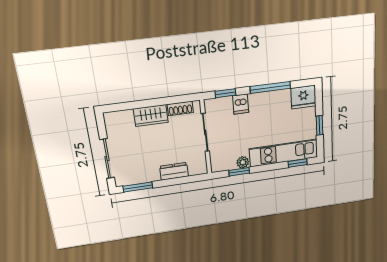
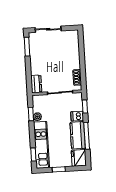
kitchen counter: (270, 101) -> (78, 135), added
wardrobe: (151, 116) -> (74, 59), removed
dresser: (174, 171) -> (36, 84), moved

